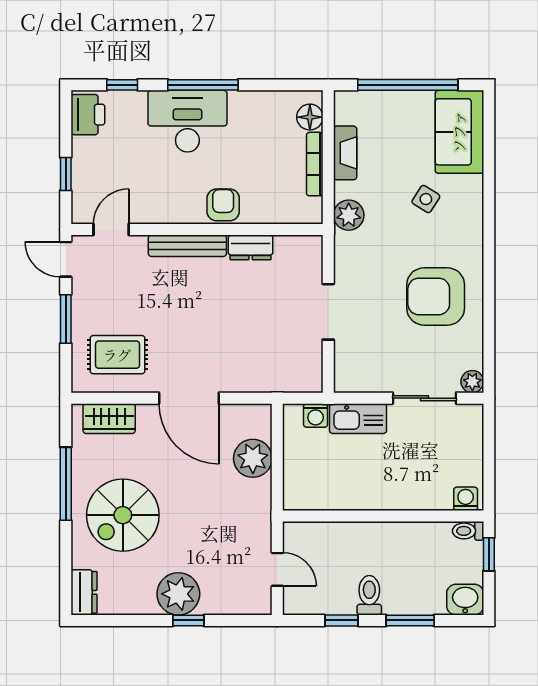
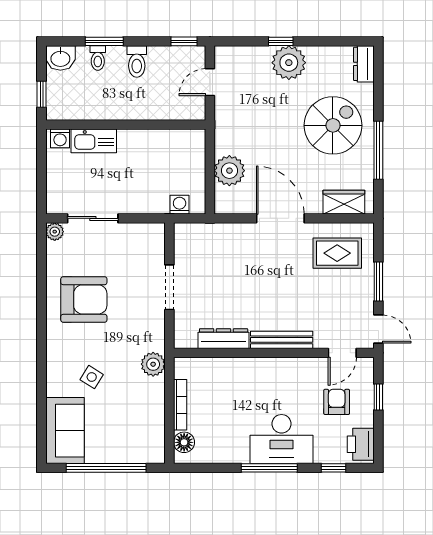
fireplace: (345, 153) -> (156, 414), removed
armchair: (223, 205) -> (337, 402), moved, turned 180
dresser: (251, 247) -> (224, 339), width x1.44
kitchen sink: (358, 419) -> (94, 141), moved, turned 180
toilet: (468, 531) -> (98, 58), moved, turned 90
door: (277, 569) -> (210, 82), hinge flipped
window: (342, 620) -> (184, 41), moved

